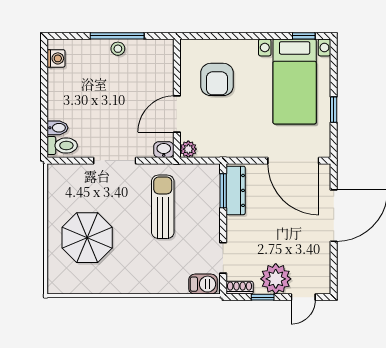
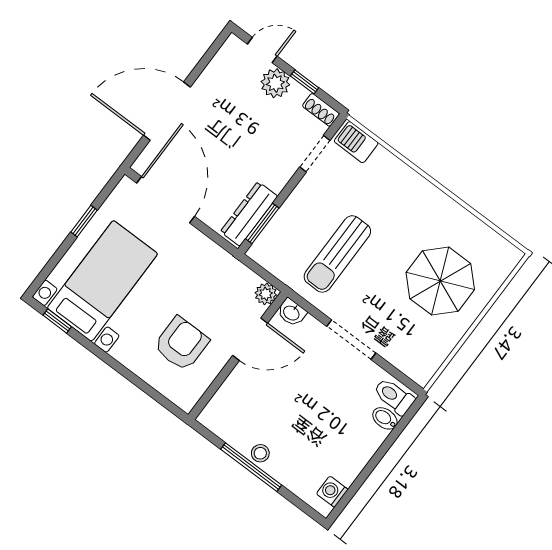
plant: (276, 279) -> (275, 83), width x0.73, depth x0.73

